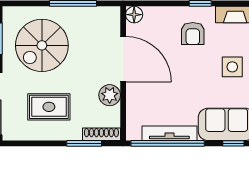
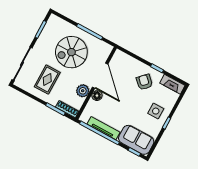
floor lamp: (134, 15) -> (97, 96), moved
armchair: (193, 34) -> (144, 82), turned 134
spiral stairs: (42, 45) -> (71, 52), moved
rug: (49, 107) -> (47, 80), turned 90

